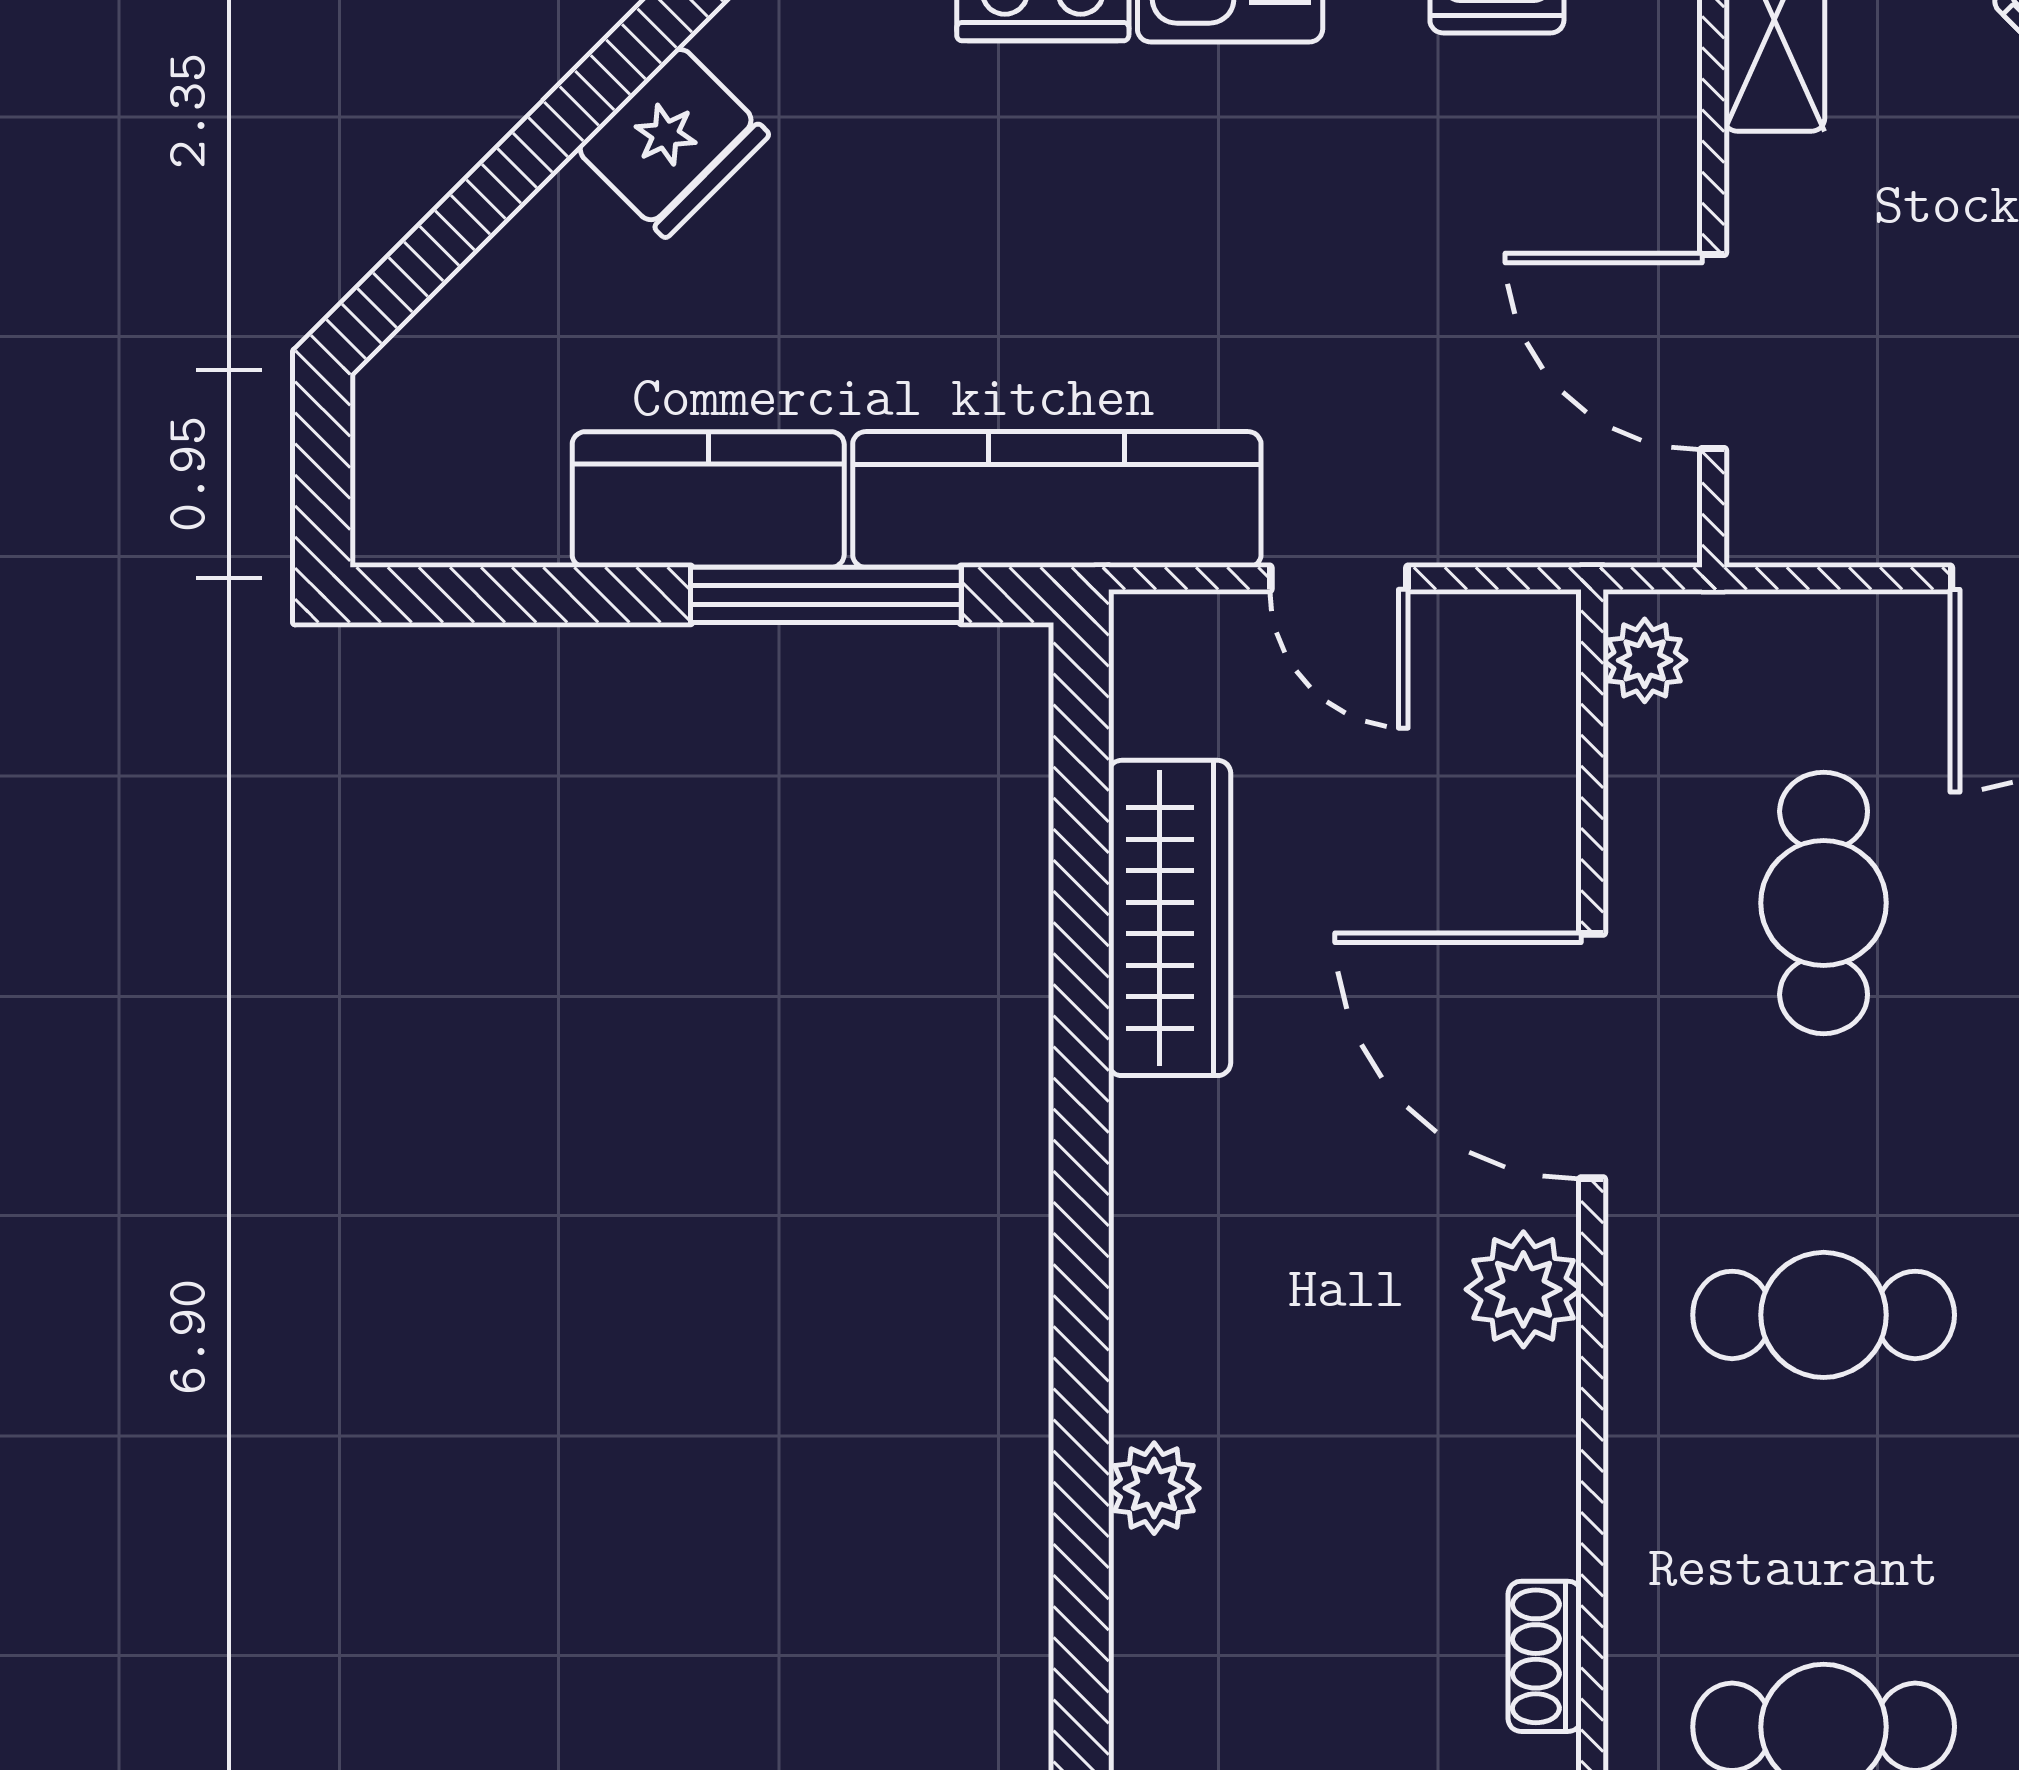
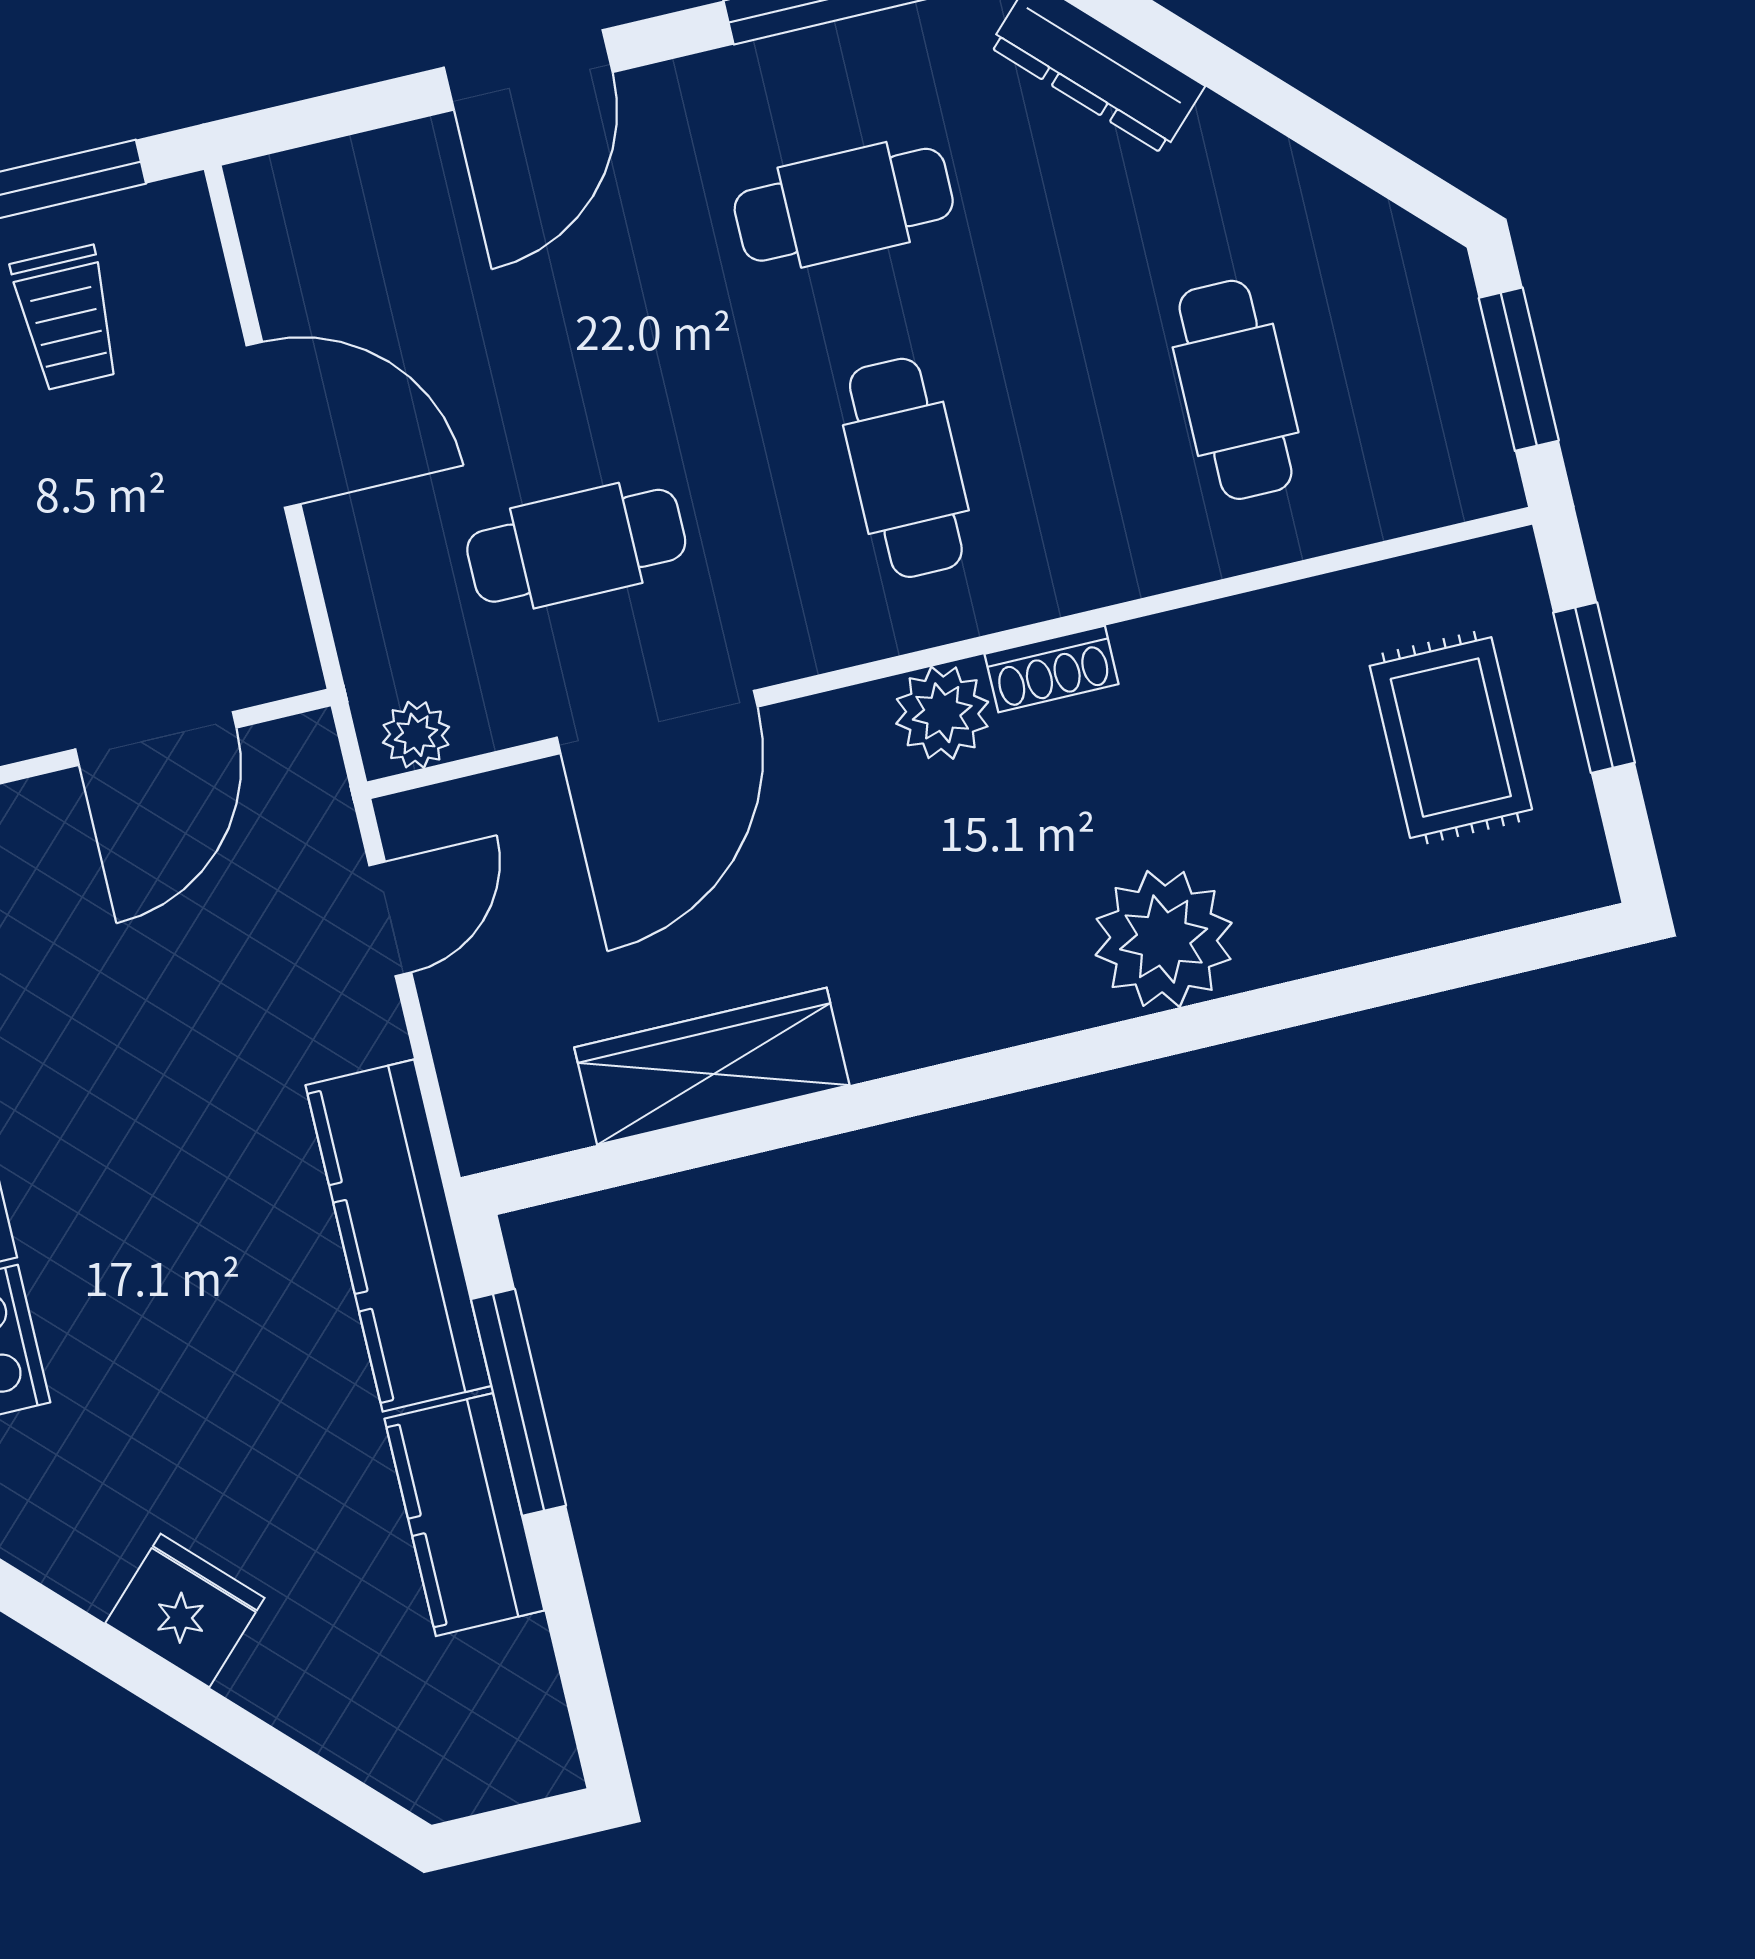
door: (1339, 578) -> (390, 919), moved
door: (1592, 1056) -> (657, 722), moved
plant: (1154, 1488) -> (1164, 939), width x1.87, depth x1.87
shoe rack: (1545, 1656) -> (1052, 669), moved

